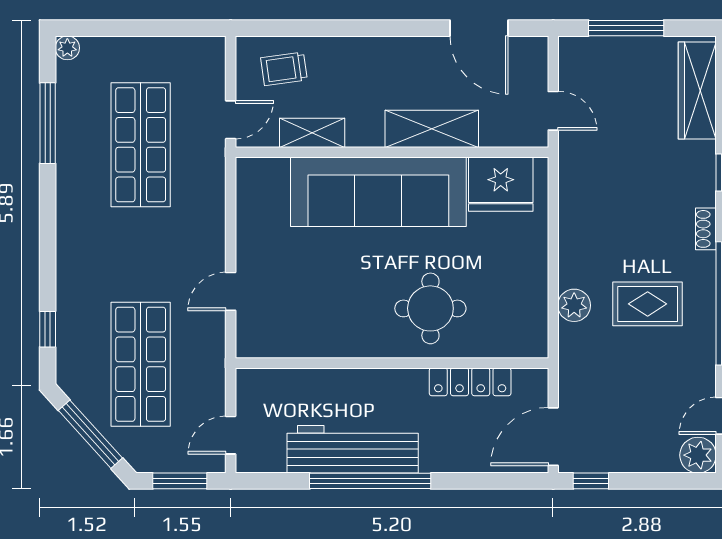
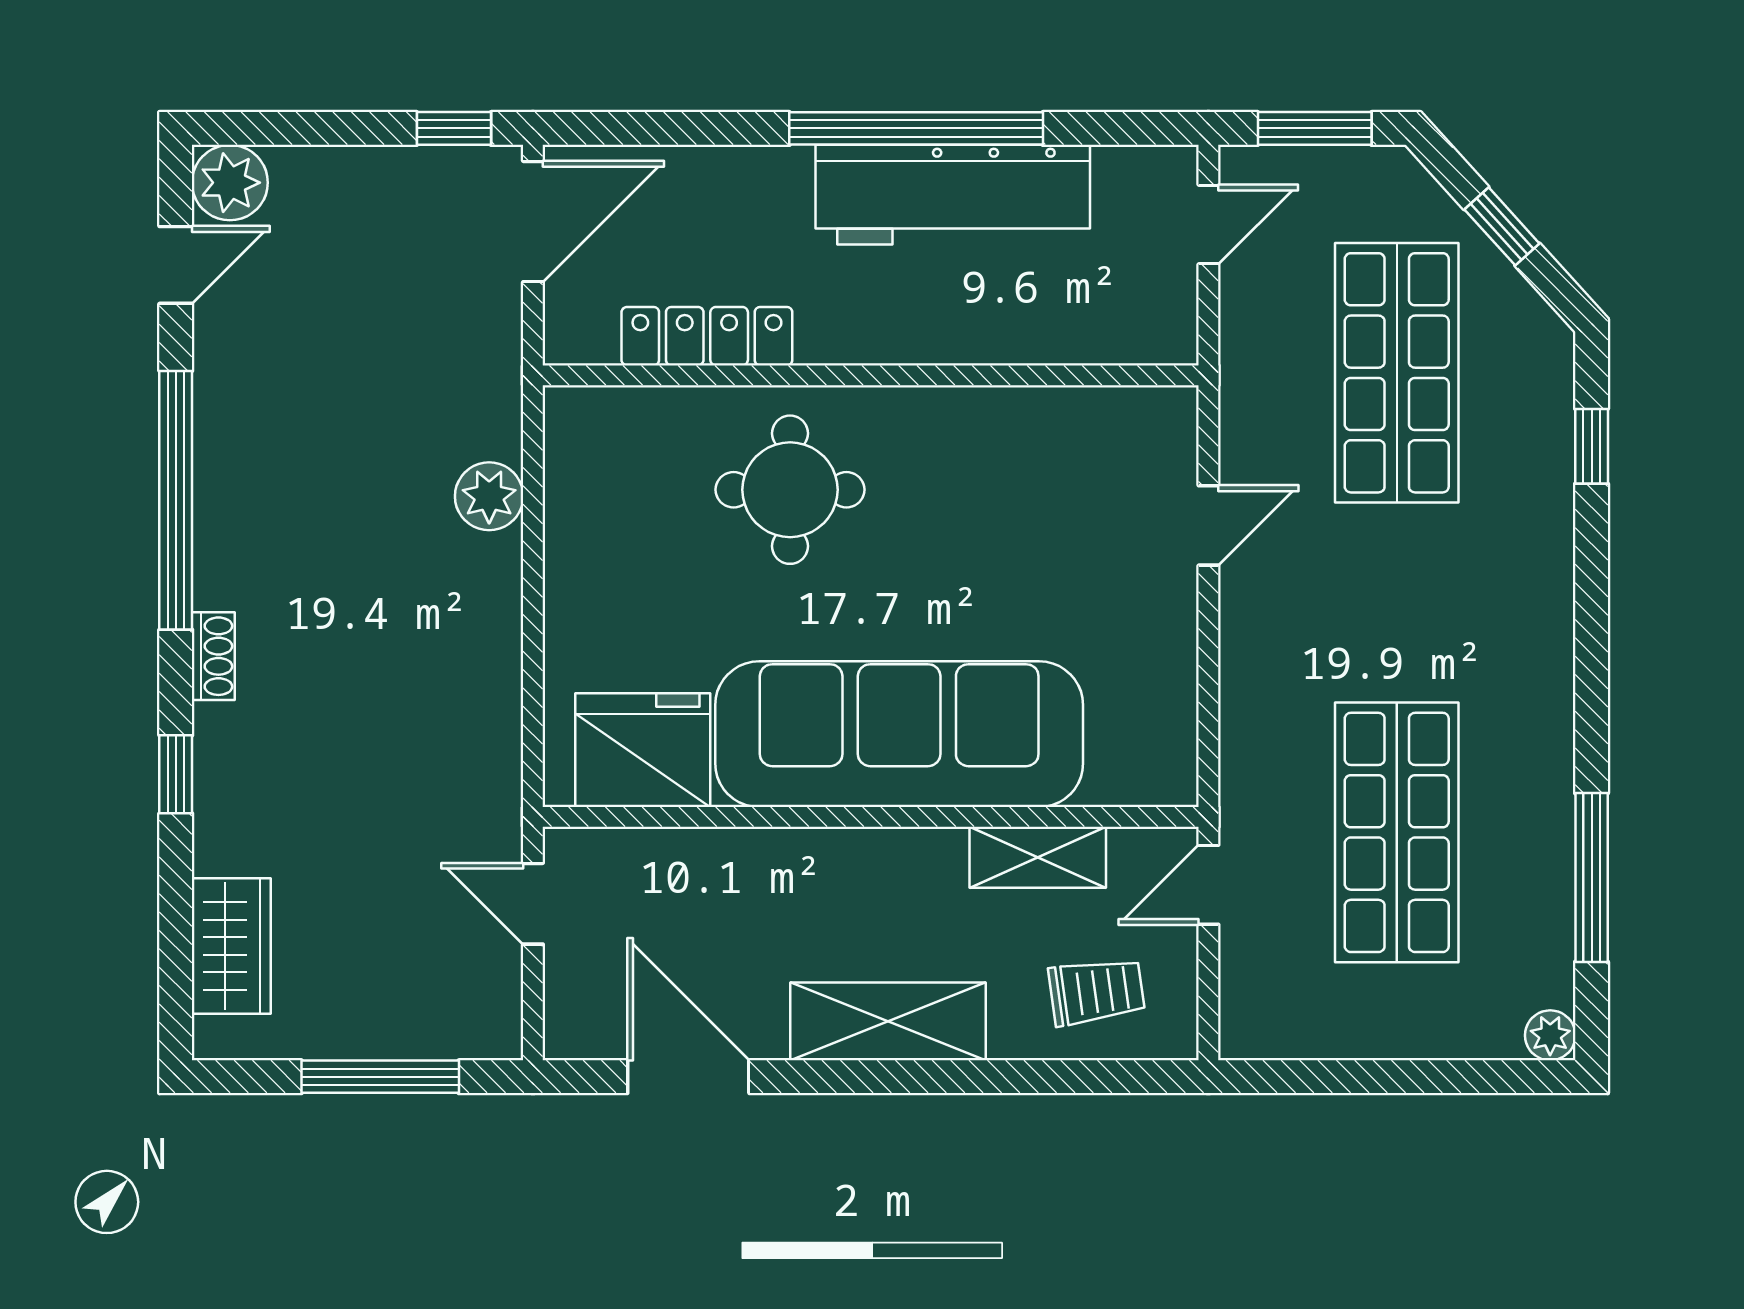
wardrobe: (697, 91) -> (231, 946), width x0.67
shelving: (432, 129) -> (888, 1021), moved
rug: (648, 304) -> (335, 499), removed
window: (90, 434) -> (1502, 226), width x0.46

